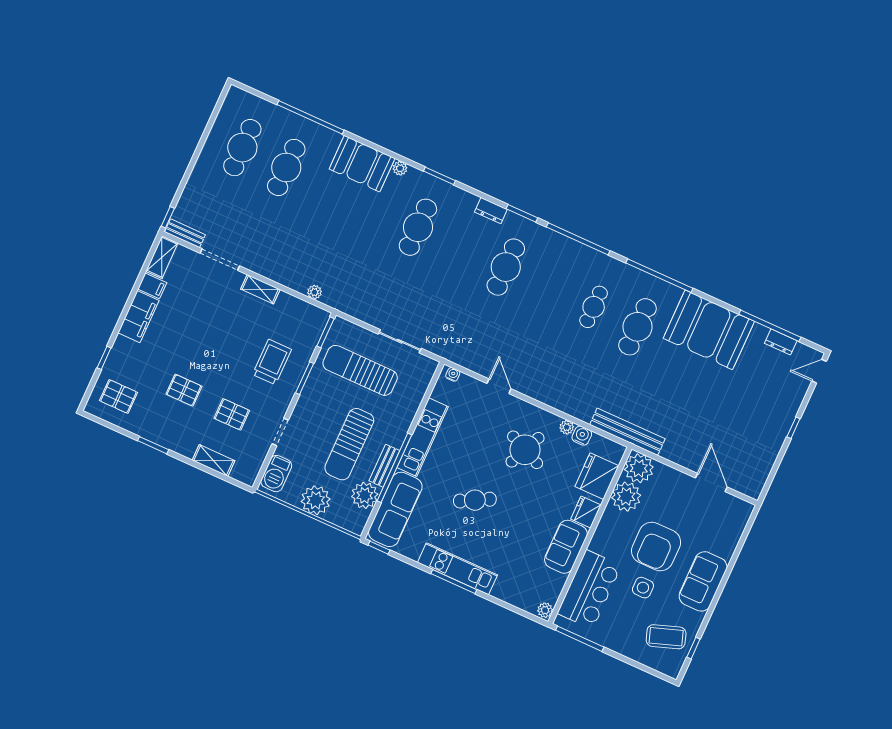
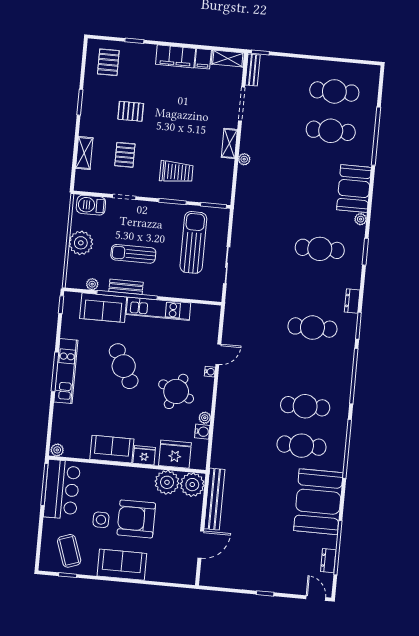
plant: (314, 292) -> (244, 159), moved
cafe table: (594, 307) -> (305, 406), width x1.37, depth x1.35
water cooler: (453, 374) -> (210, 372), moved
pallet: (184, 390) -> (131, 111), turned 90
bench: (627, 432) -> (214, 499), moved
sun lounger: (349, 444) -> (133, 254), width x0.73, depth x0.75
plant: (365, 495) -> (92, 284), width x0.53, depth x0.53
cafe table: (475, 500) -> (124, 366), width x1.37, depth x1.35
sofa: (395, 509) -> (103, 308), width x0.73
bar counter: (589, 589) -> (62, 489), moved, turned -90

